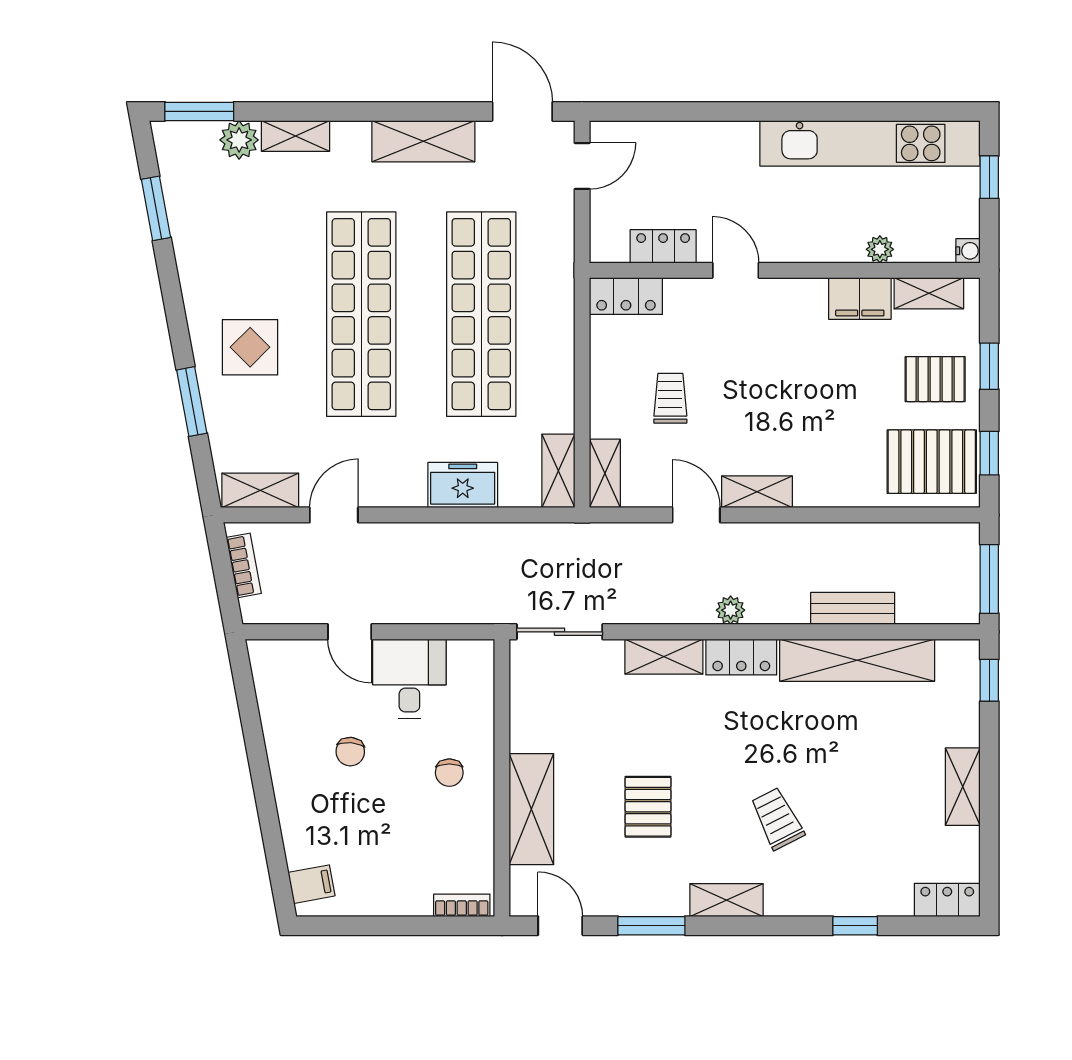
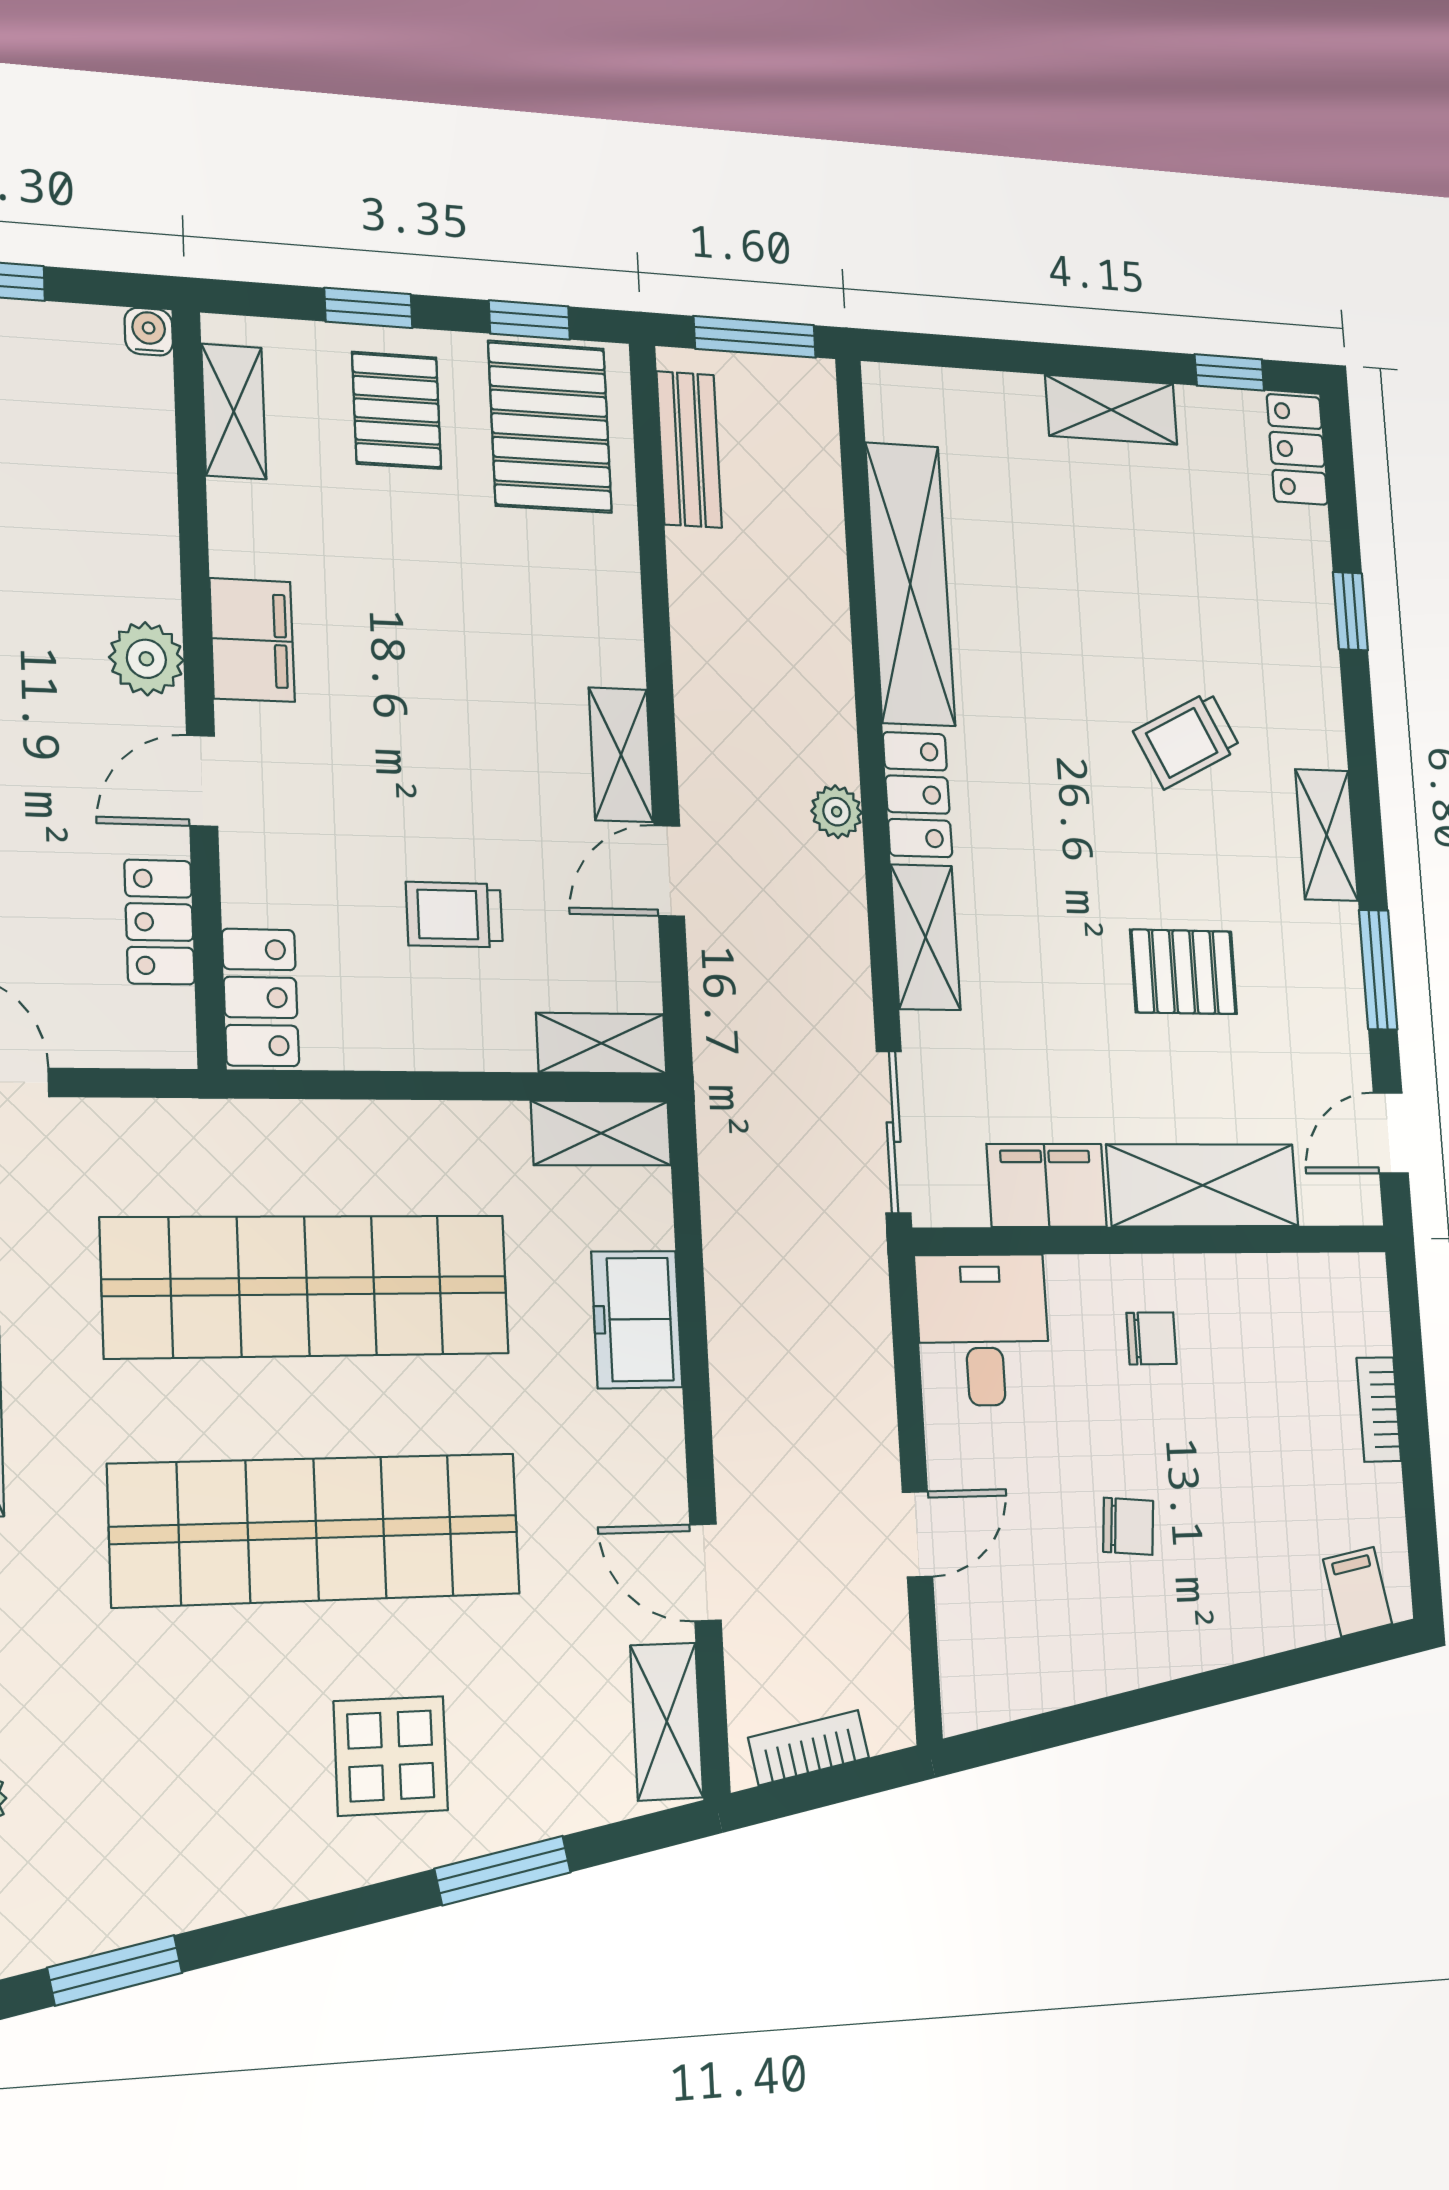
plant: (880, 249) -> (146, 659), moved, width x1.38, depth x1.38
filing cabinet: (860, 298) -> (252, 640), moved
bench: (853, 608) -> (689, 449), moved
desk: (409, 679) -> (983, 1330), moved, turned 90
window: (989, 680) -> (1229, 372), moved
filing cabinet: (531, 717) -> (1047, 1185), added
bookcase: (462, 905) -> (1379, 1409), moved

